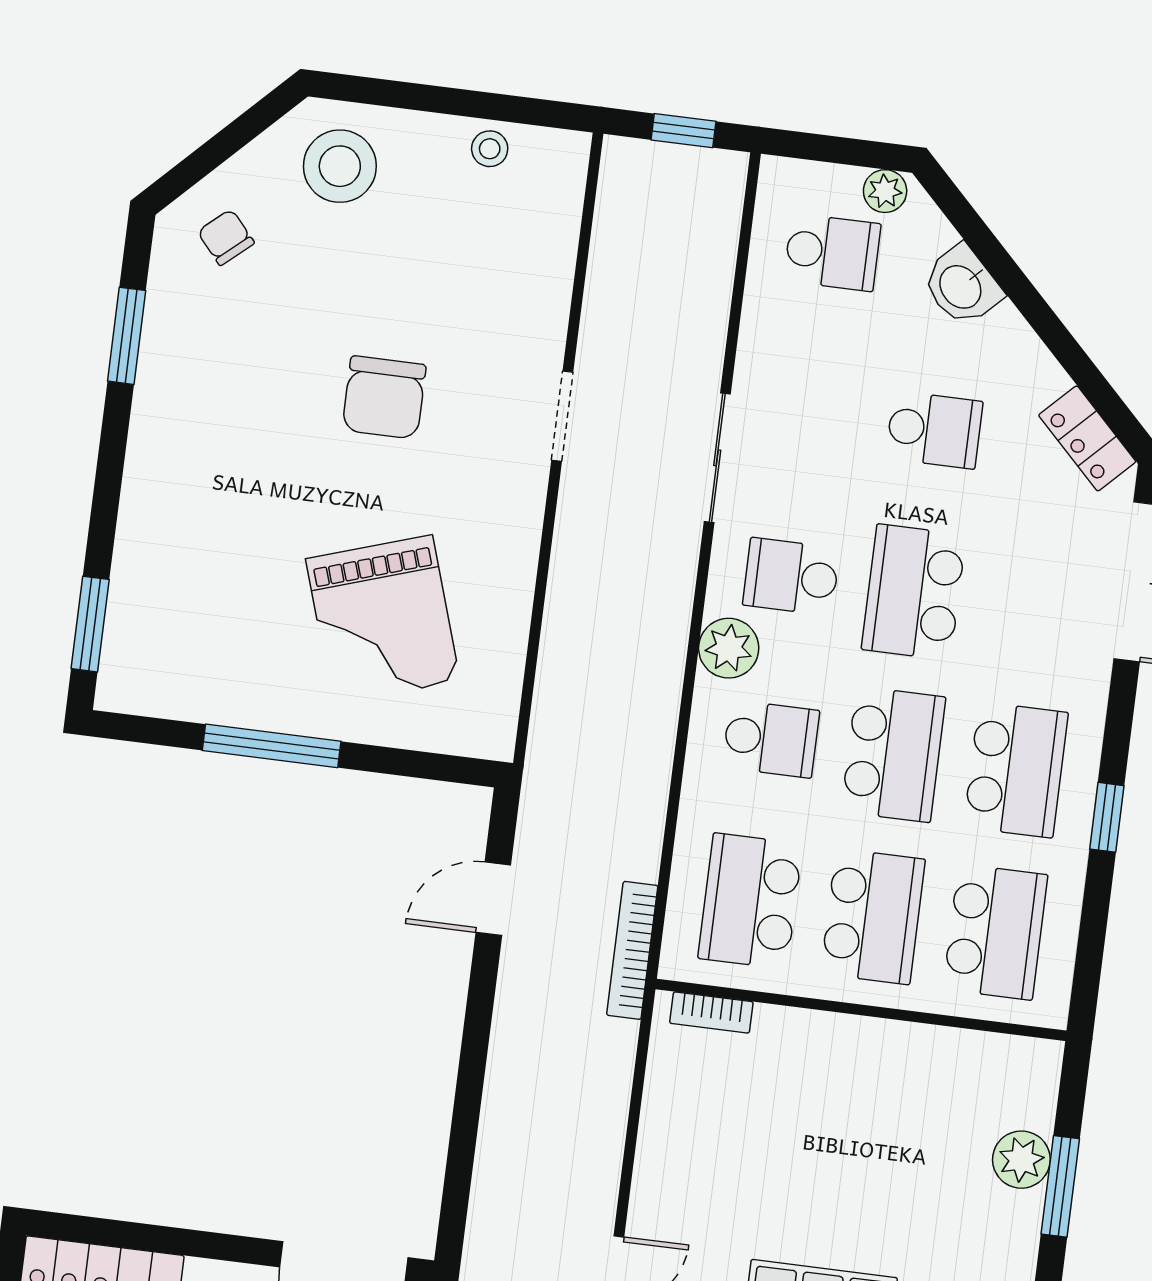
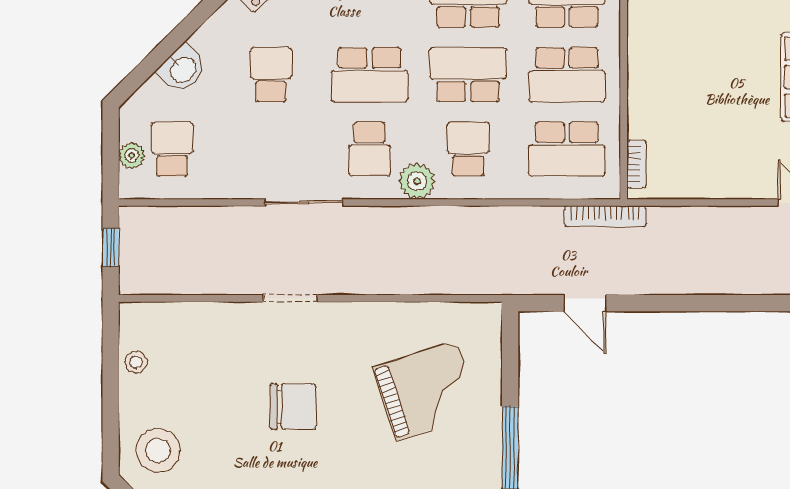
plant: (885, 191) -> (132, 155), moved
school desk: (873, 917) -> (567, 75), turned 180

